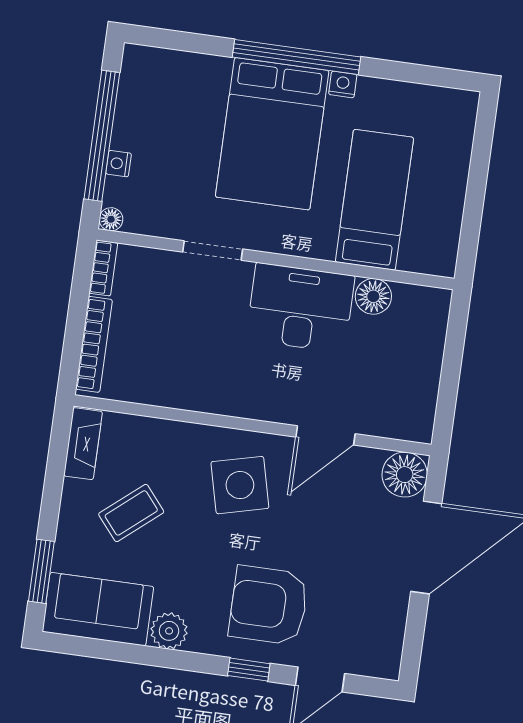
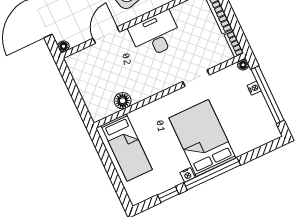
window: (401, 71) -> (168, 194), added
bed: (374, 200) -> (127, 148), moved
desk: (300, 308) -> (155, 35), moved, turned 180
floor lamp: (405, 475) -> (64, 46), width x0.53, depth x0.53

